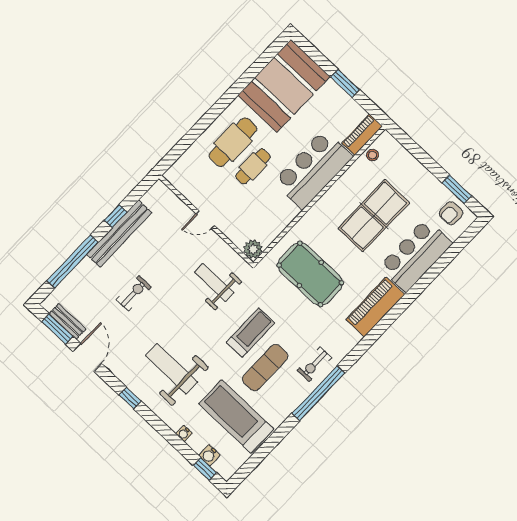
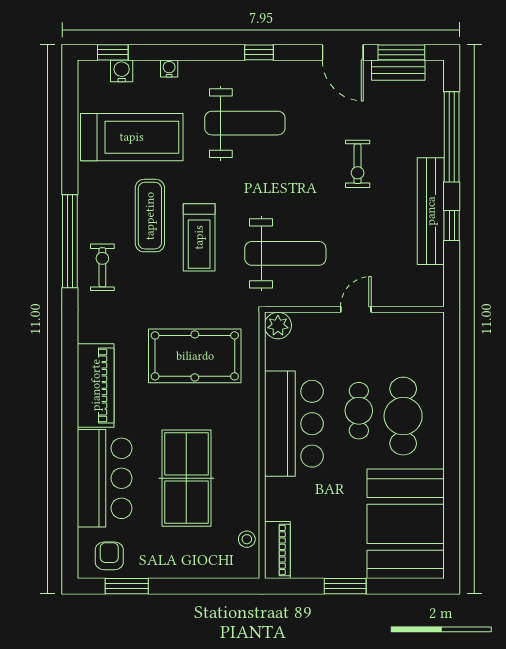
bar counter: (313, 169) -> (294, 424), moved
weight bench: (214, 282) -> (285, 253), width x1.36, depth x1.33

